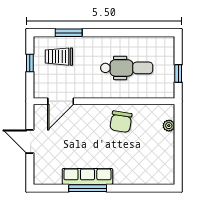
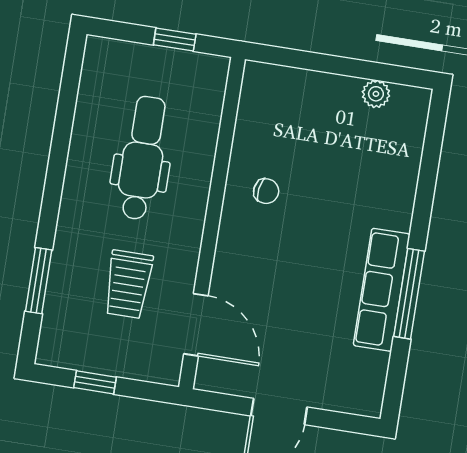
trolley: (59, 57) -> (128, 284), moved
chair: (121, 122) -> (266, 191), width x0.54, depth x0.54
plant: (169, 126) -> (376, 94), moved

